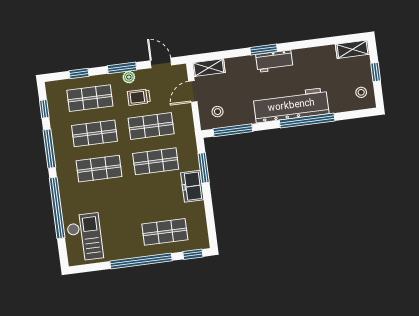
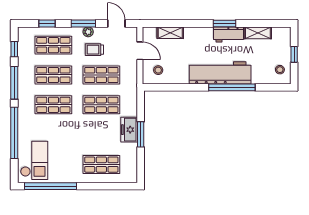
shelving: (352, 49) -> (258, 33), moved
window: (264, 50) -> (224, 24), moved
workbench: (274, 61) -> (228, 34), moved
shelving: (209, 68) -> (170, 33), moved
door: (193, 92) -> (140, 51), swing flipped
window: (233, 130) -> (169, 87), removed
window: (204, 168) -> (141, 134), moved
window: (193, 254) -> (122, 186), removed
window: (141, 261) -> (50, 186), moved

